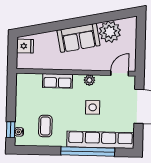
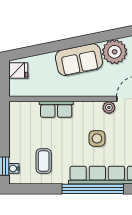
plant: (89, 80) -> (109, 107), moved

